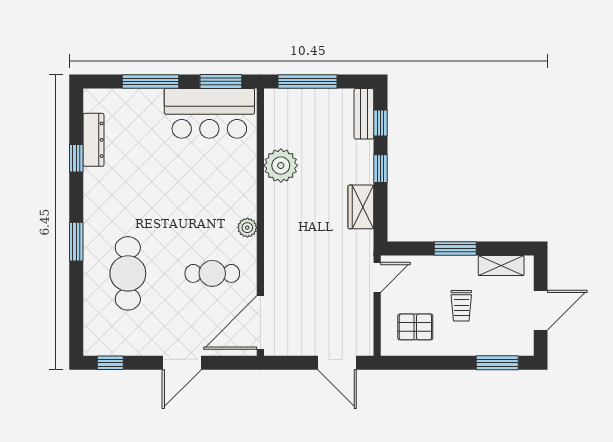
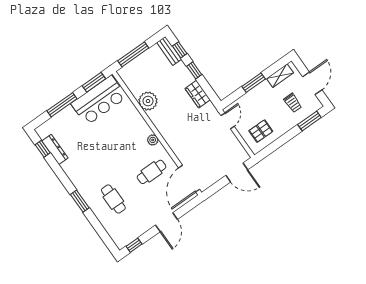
window: (76, 158) -> (43, 149), moved
cafe table: (128, 273) -> (113, 199), width x0.73, depth x0.74
trolley: (461, 306) -> (293, 103), moved

